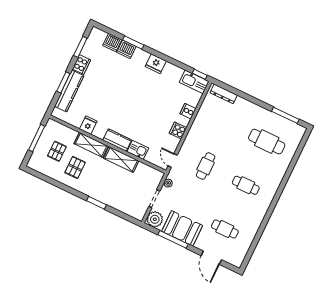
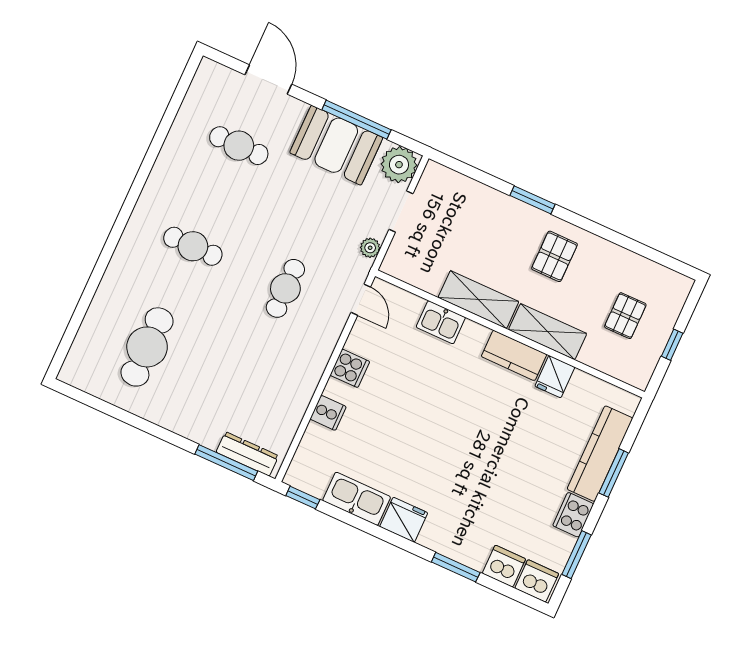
dishwasher: (126, 49) -> (537, 581), moved
kitchen sink: (194, 82) -> (357, 499), moved
window: (285, 115) -> (226, 463), moved
window: (37, 138) -> (672, 345), width x0.46
kitchen counter: (117, 140) -> (514, 355), moved
cafe table: (267, 142) -> (147, 347), turned 90
pallet: (75, 167) -> (554, 256), moved

